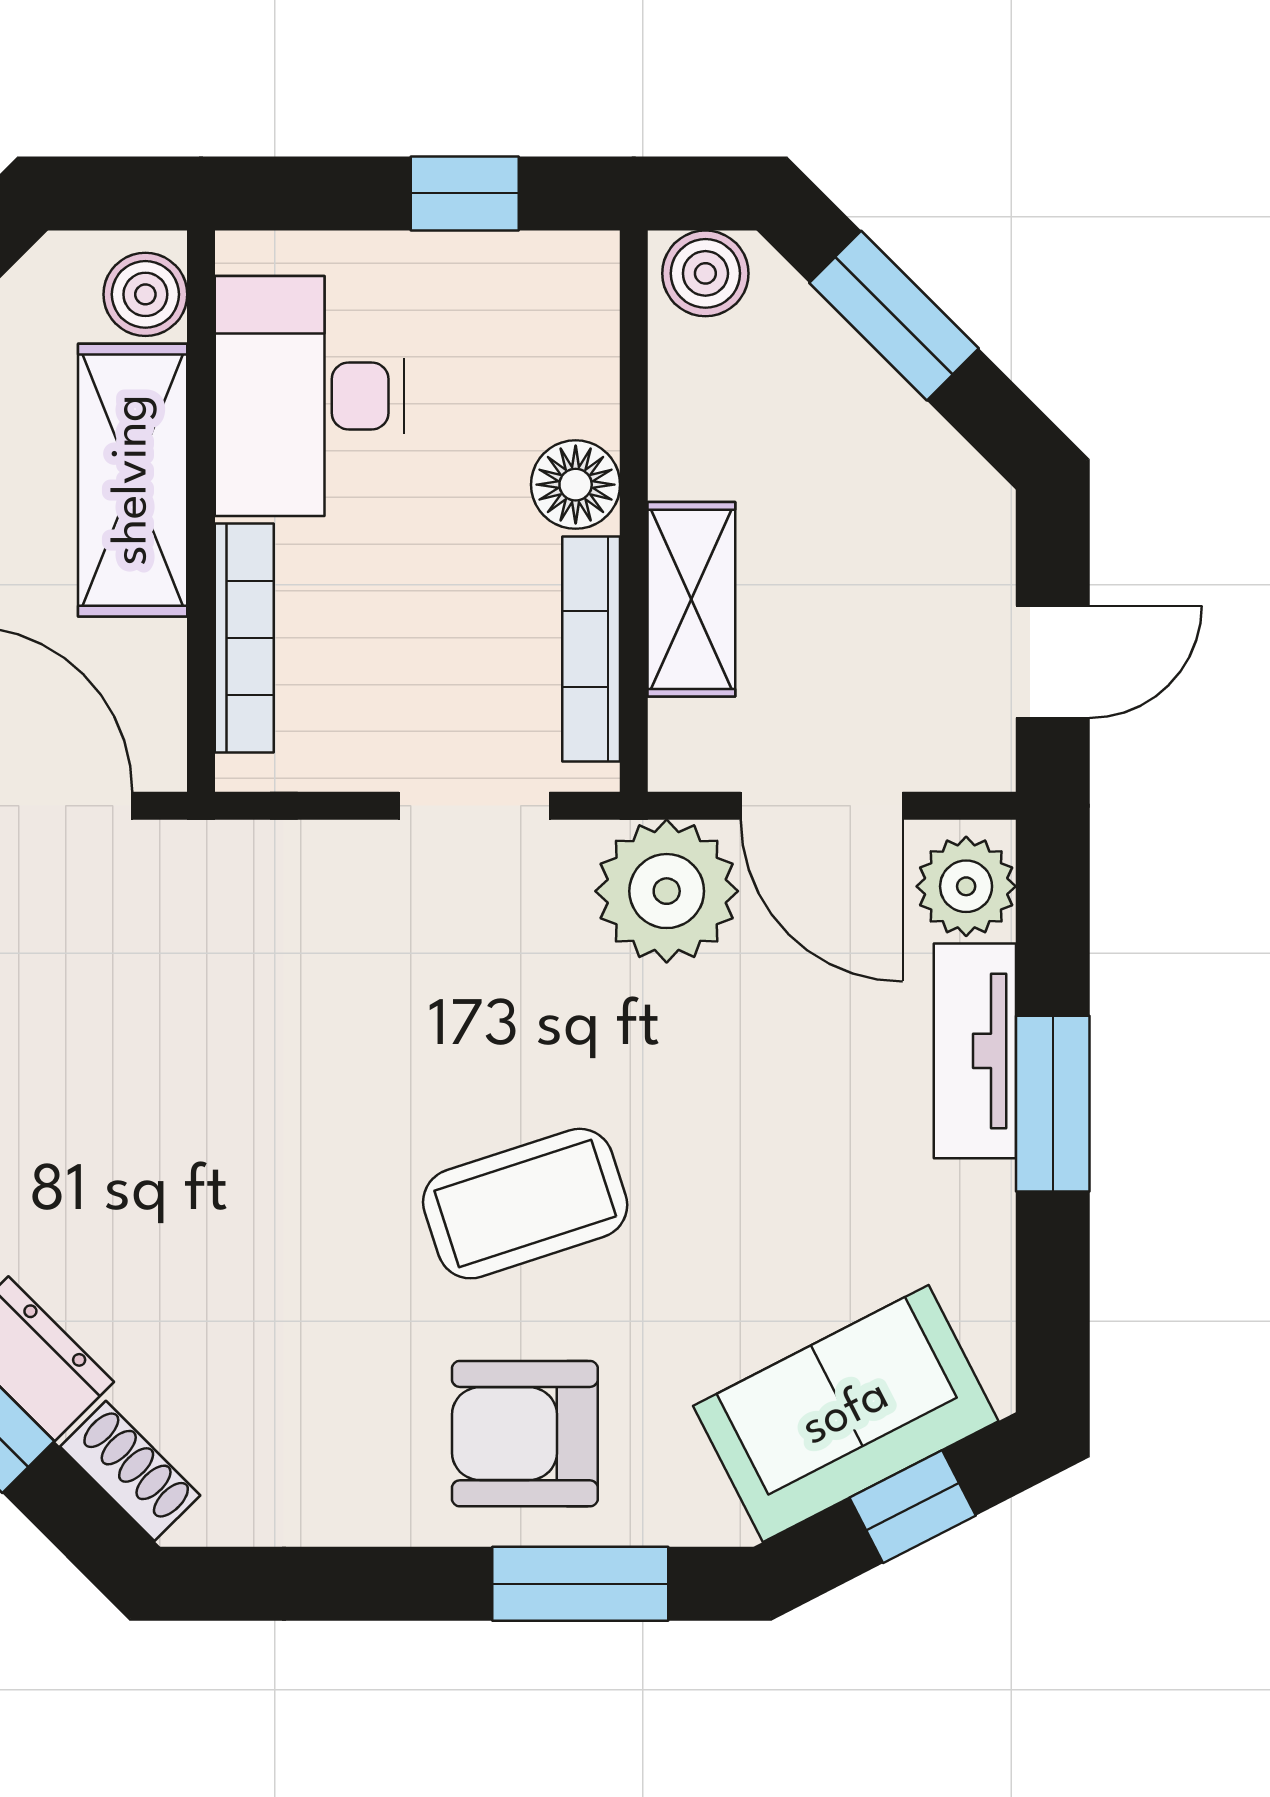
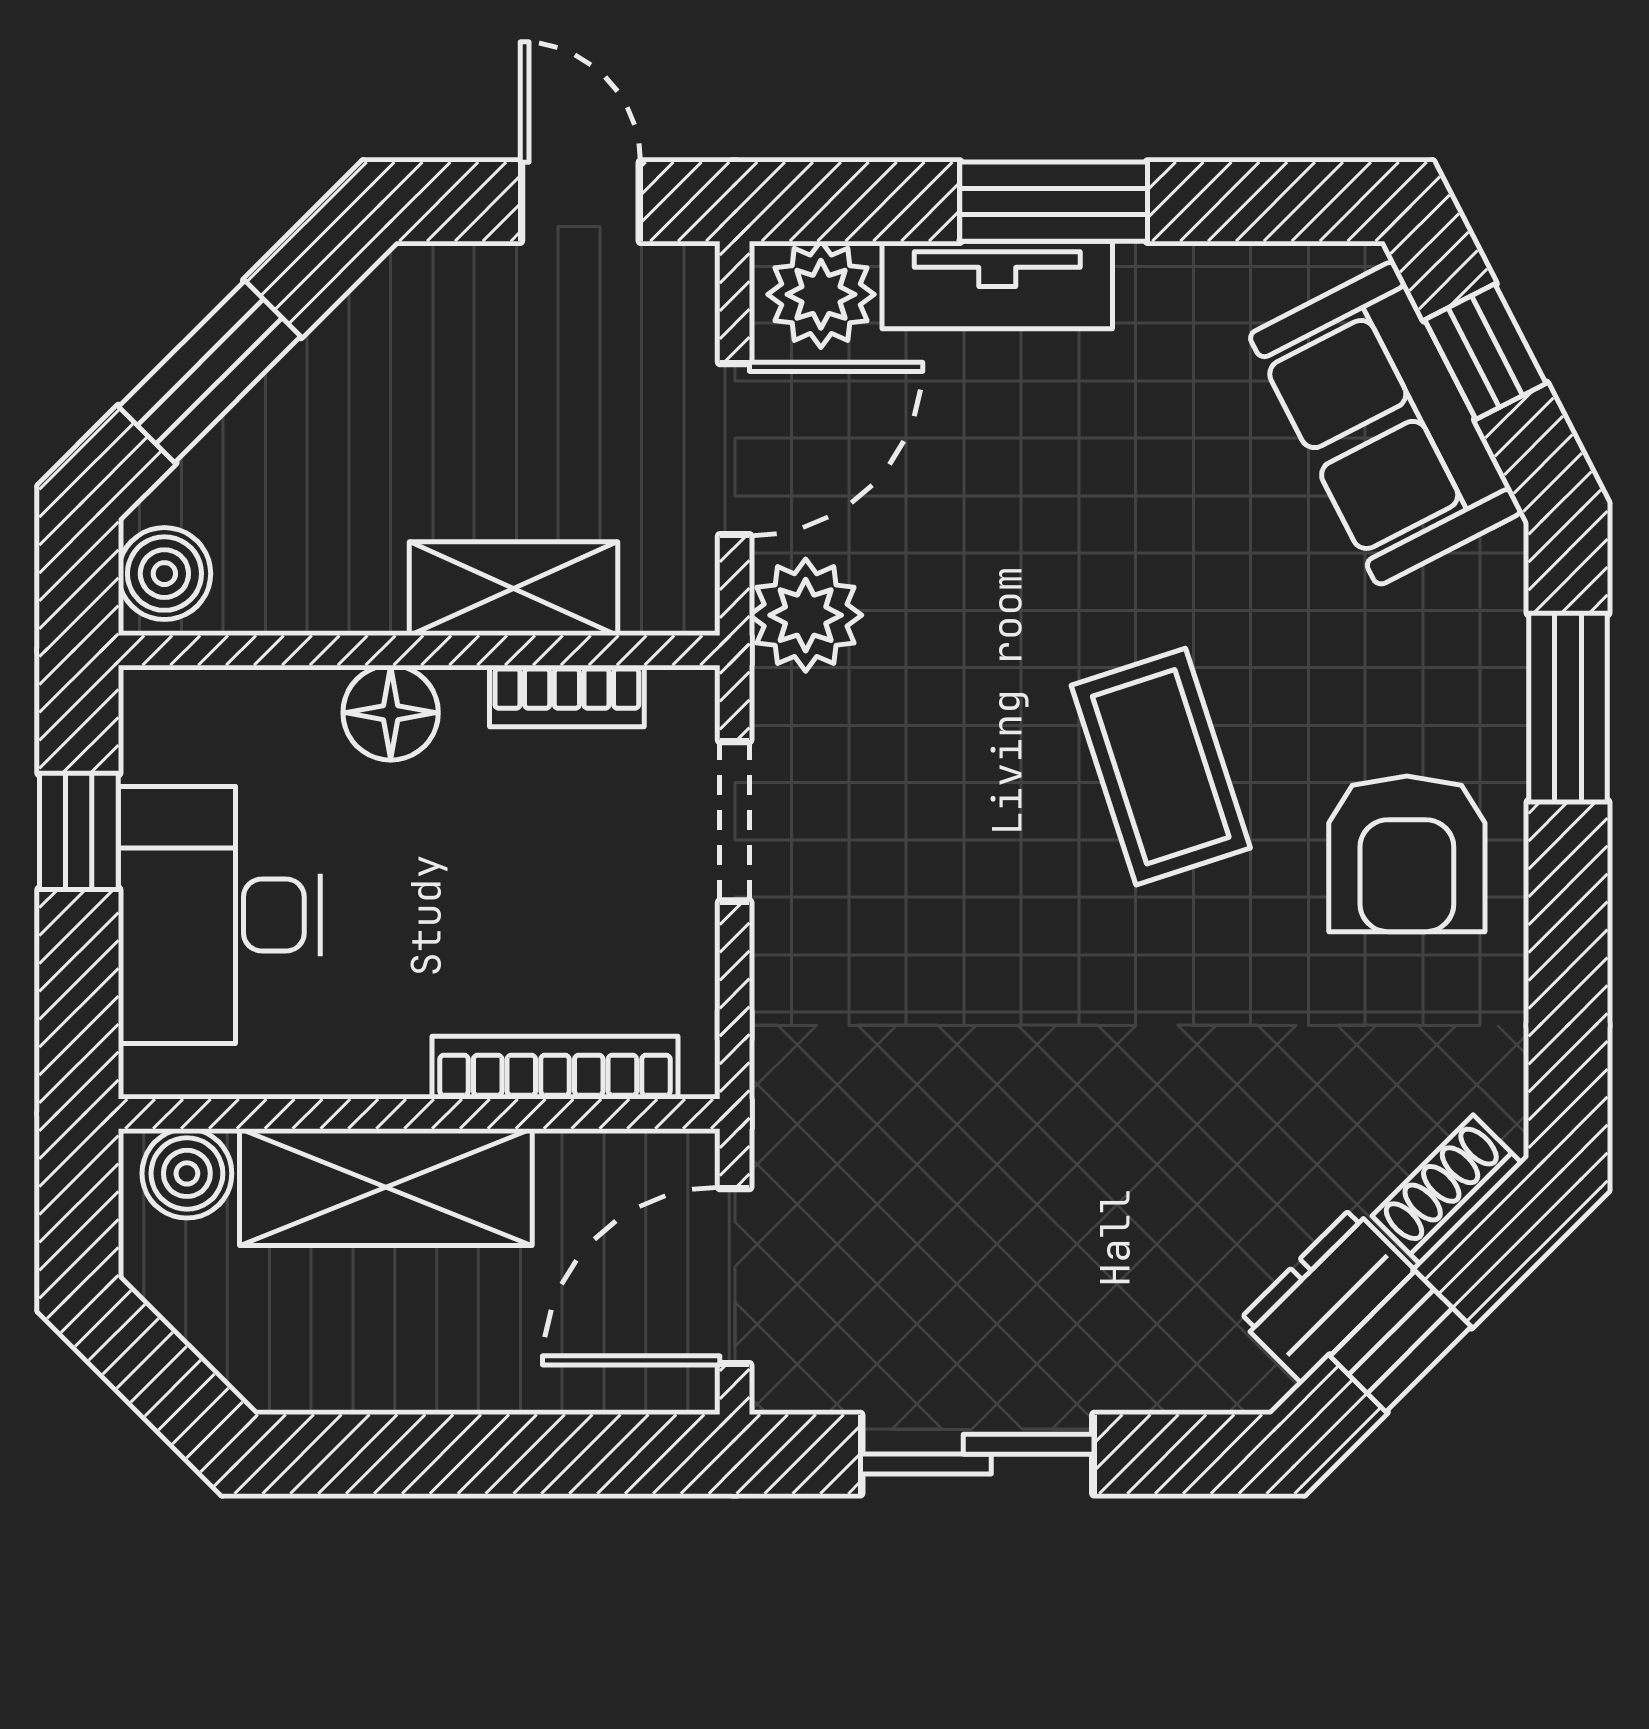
desk: (309, 396) -> (219, 915), moved, turned 90
bookcase: (591, 649) -> (567, 696), width x0.64
plant: (667, 891) -> (806, 615), width x0.73, depth x0.73
armchair: (525, 1434) -> (1407, 854), moved

